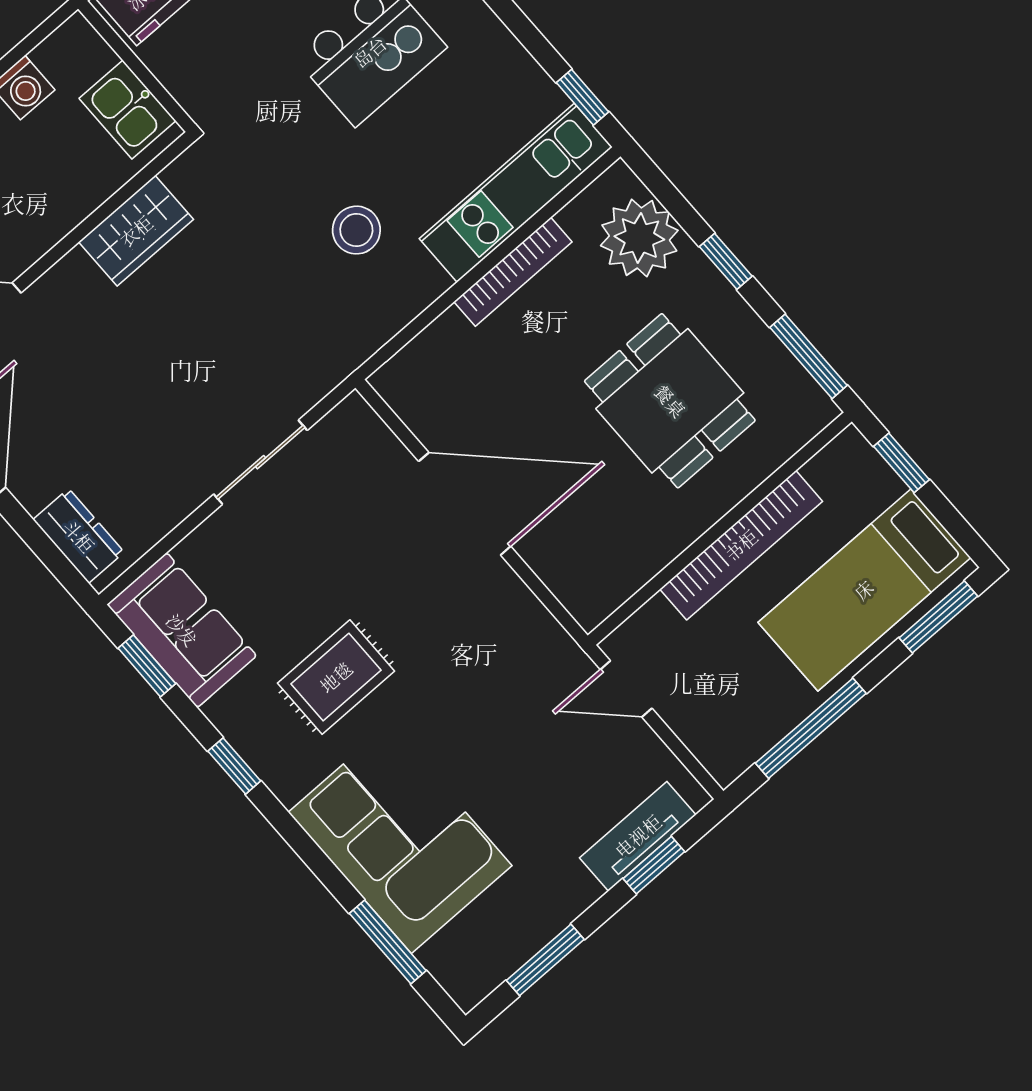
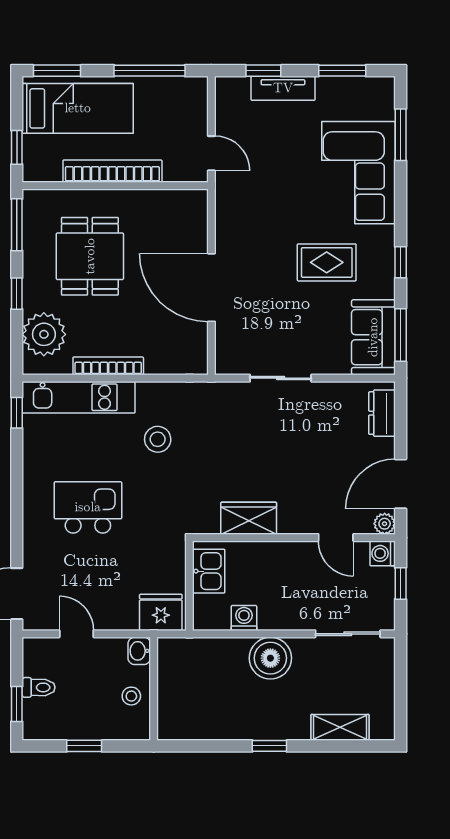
window: (147, 666) -> (401, 335), width x1.50
tv unit: (638, 836) -> (283, 88), moved

